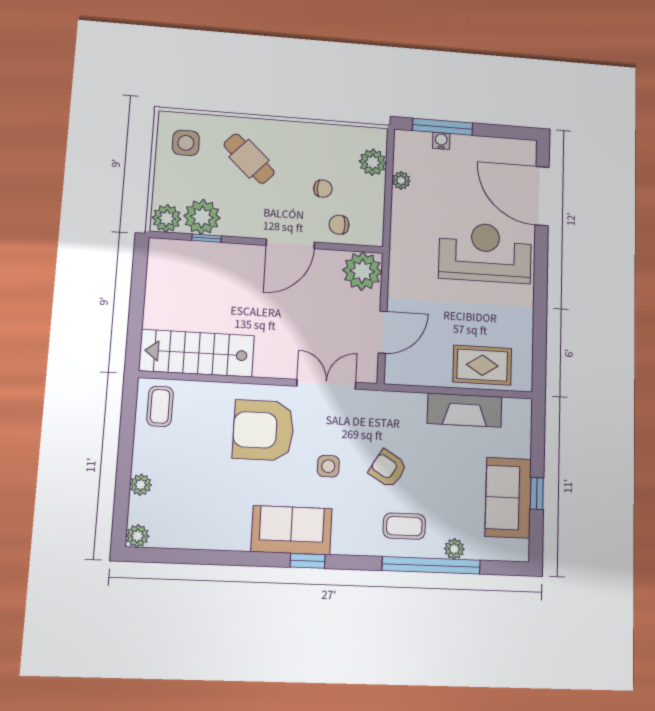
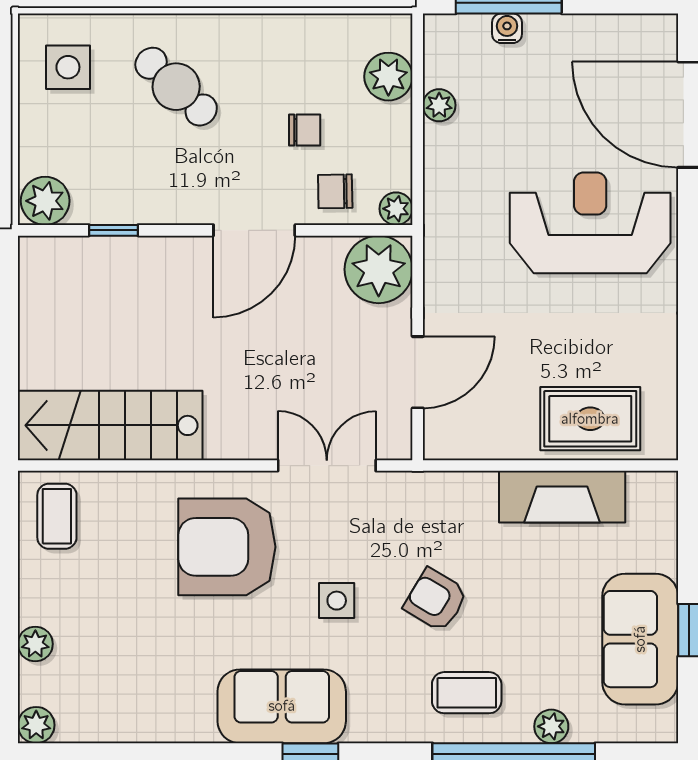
plant: (202, 217) -> (396, 209), moved, width x0.53, depth x0.53

